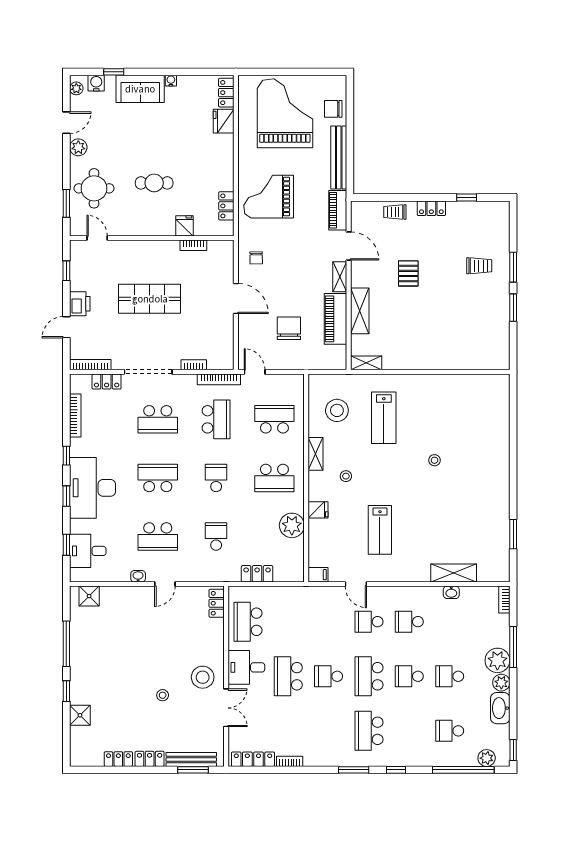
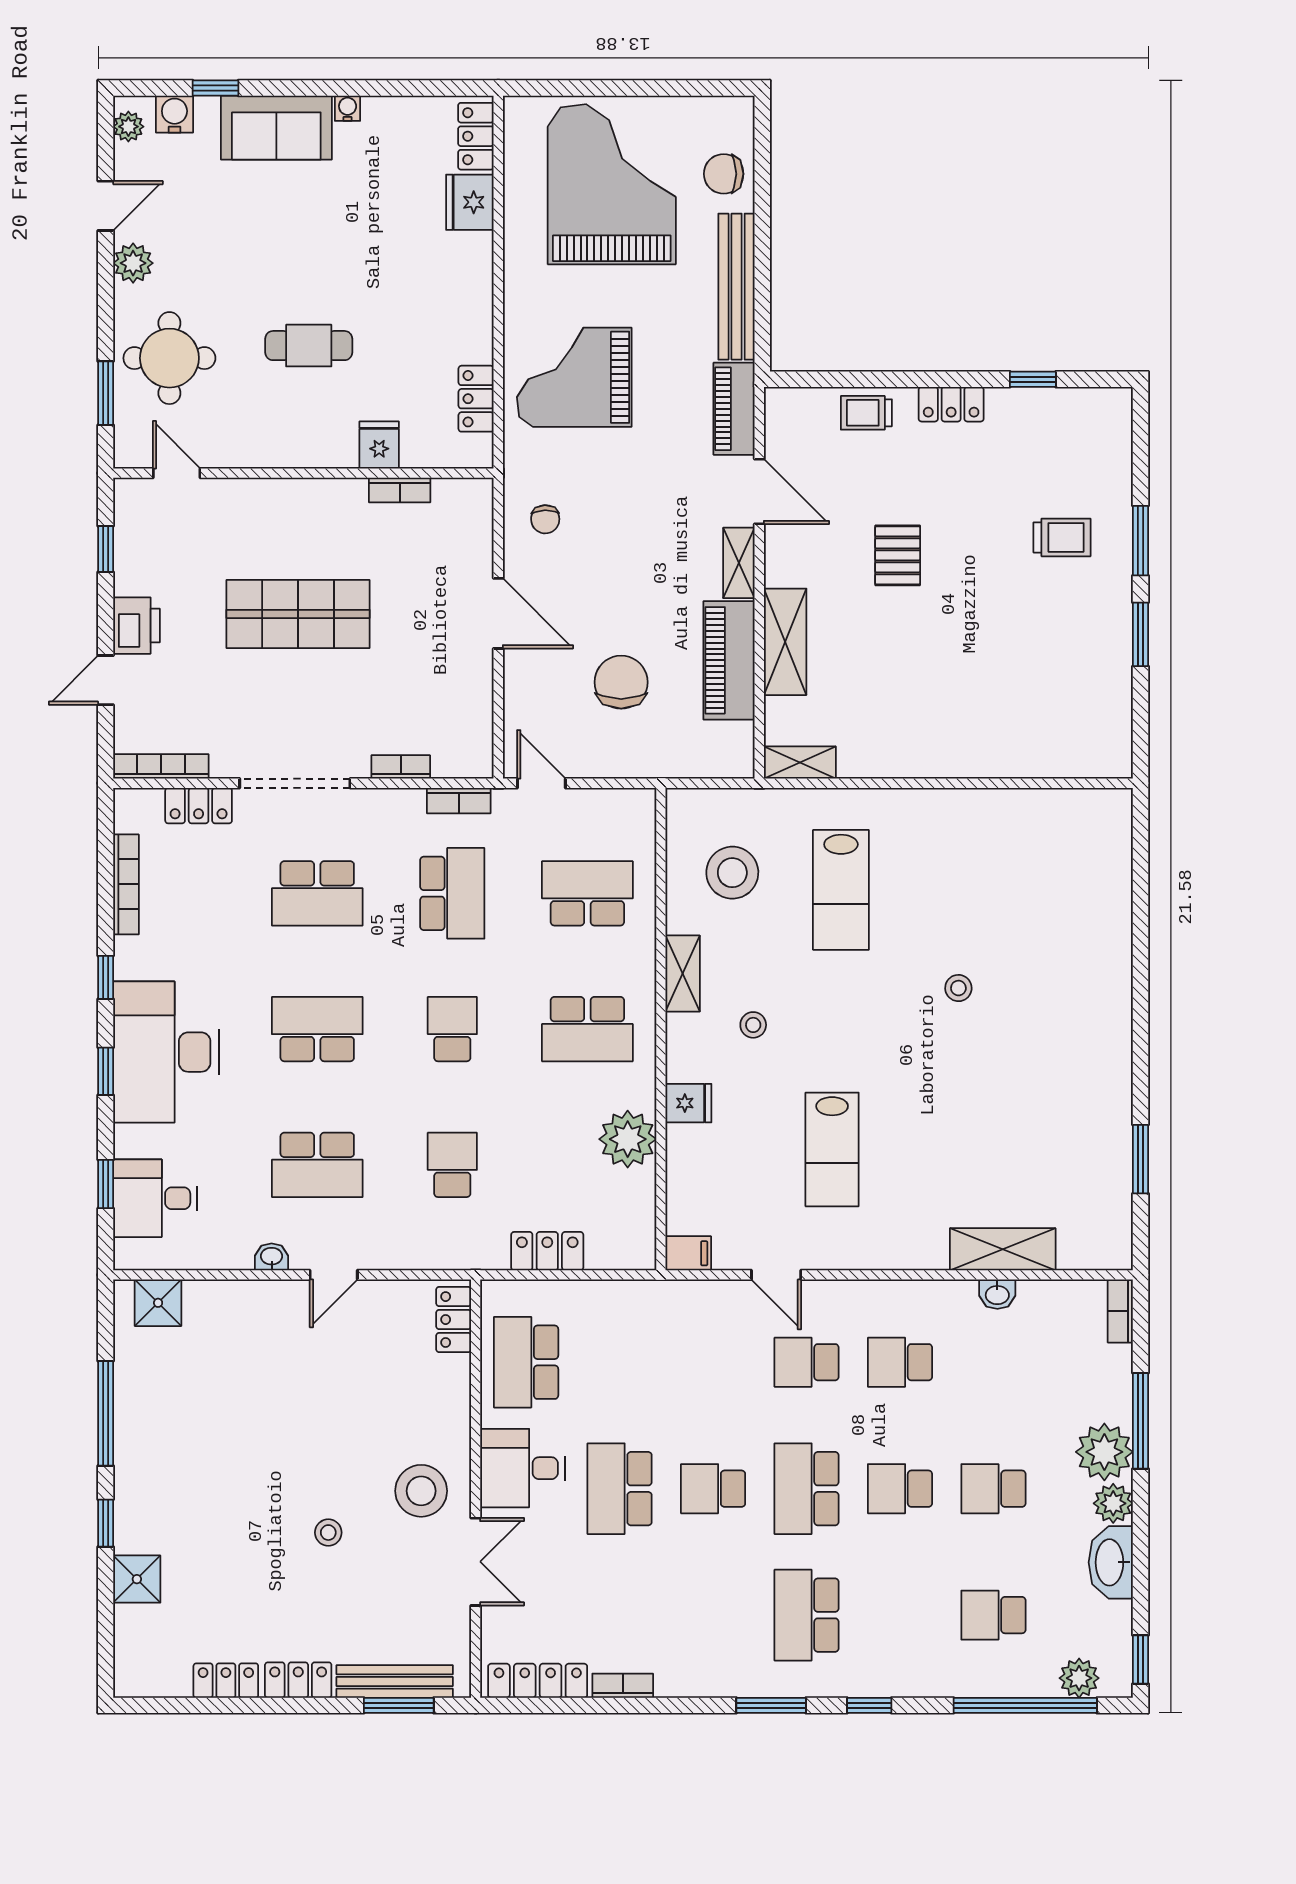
bookcase: (219, 379) -> (459, 801), width x0.64

